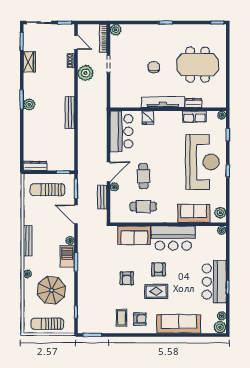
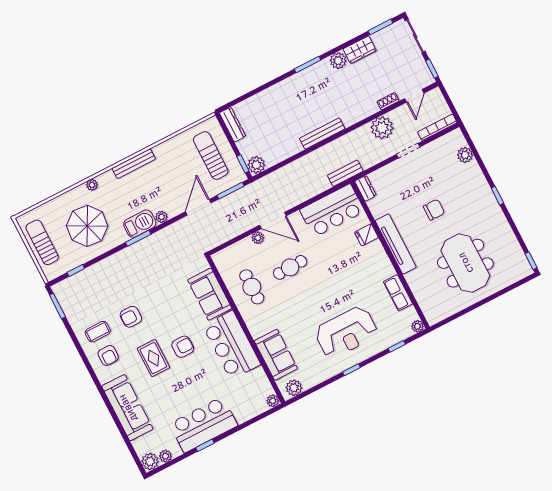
plant: (116, 30) -> (465, 155), moved
dresser: (194, 103) -> (366, 188), moved
plant: (29, 104) -> (338, 61), moved
reception desk: (202, 162) -> (346, 332), width x0.74, depth x0.77
plant: (68, 164) -> (256, 165), added
bench: (102, 197) -> (345, 173), moved
armchair: (127, 278) -> (131, 317), moved

